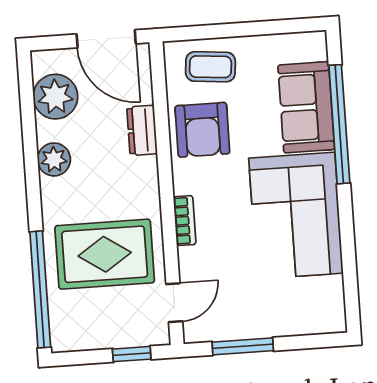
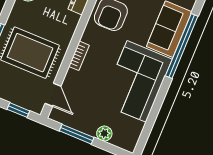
door: (174, 303) -> (53, 95), hinge flipped
plant: (286, 324) -> (104, 134), added

